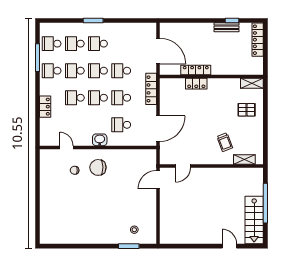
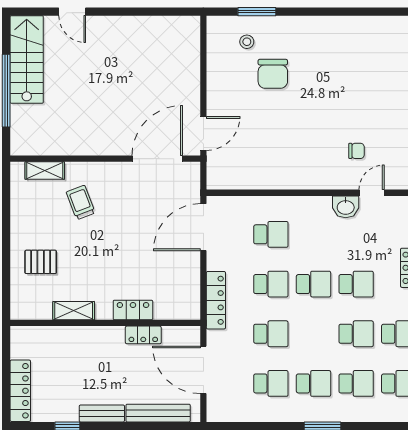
bench: (226, 27) -> (102, 413), moved
bench: (183, 28) -> (158, 413), added
locker: (196, 70) -> (143, 335), width x0.66
school desk: (98, 71) -> (271, 383), moved
shelving: (252, 83) -> (74, 311), moved
washbasin: (100, 140) -> (346, 207), moved
door: (66, 147) -> (372, 193), swing flipped
door: (183, 166) -> (157, 159), width x1.87
chair: (98, 167) -> (273, 74), moved, turned 90

